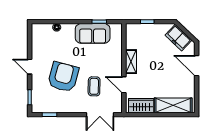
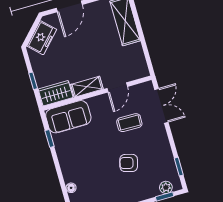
sofa: (93, 33) -> (68, 117), moved, turned 90
armchair: (63, 77) -> (129, 163), width x0.53, depth x0.53
plant: (36, 100) -> (166, 187), added
wardrobe: (141, 106) -> (56, 93), moved, turned 90

